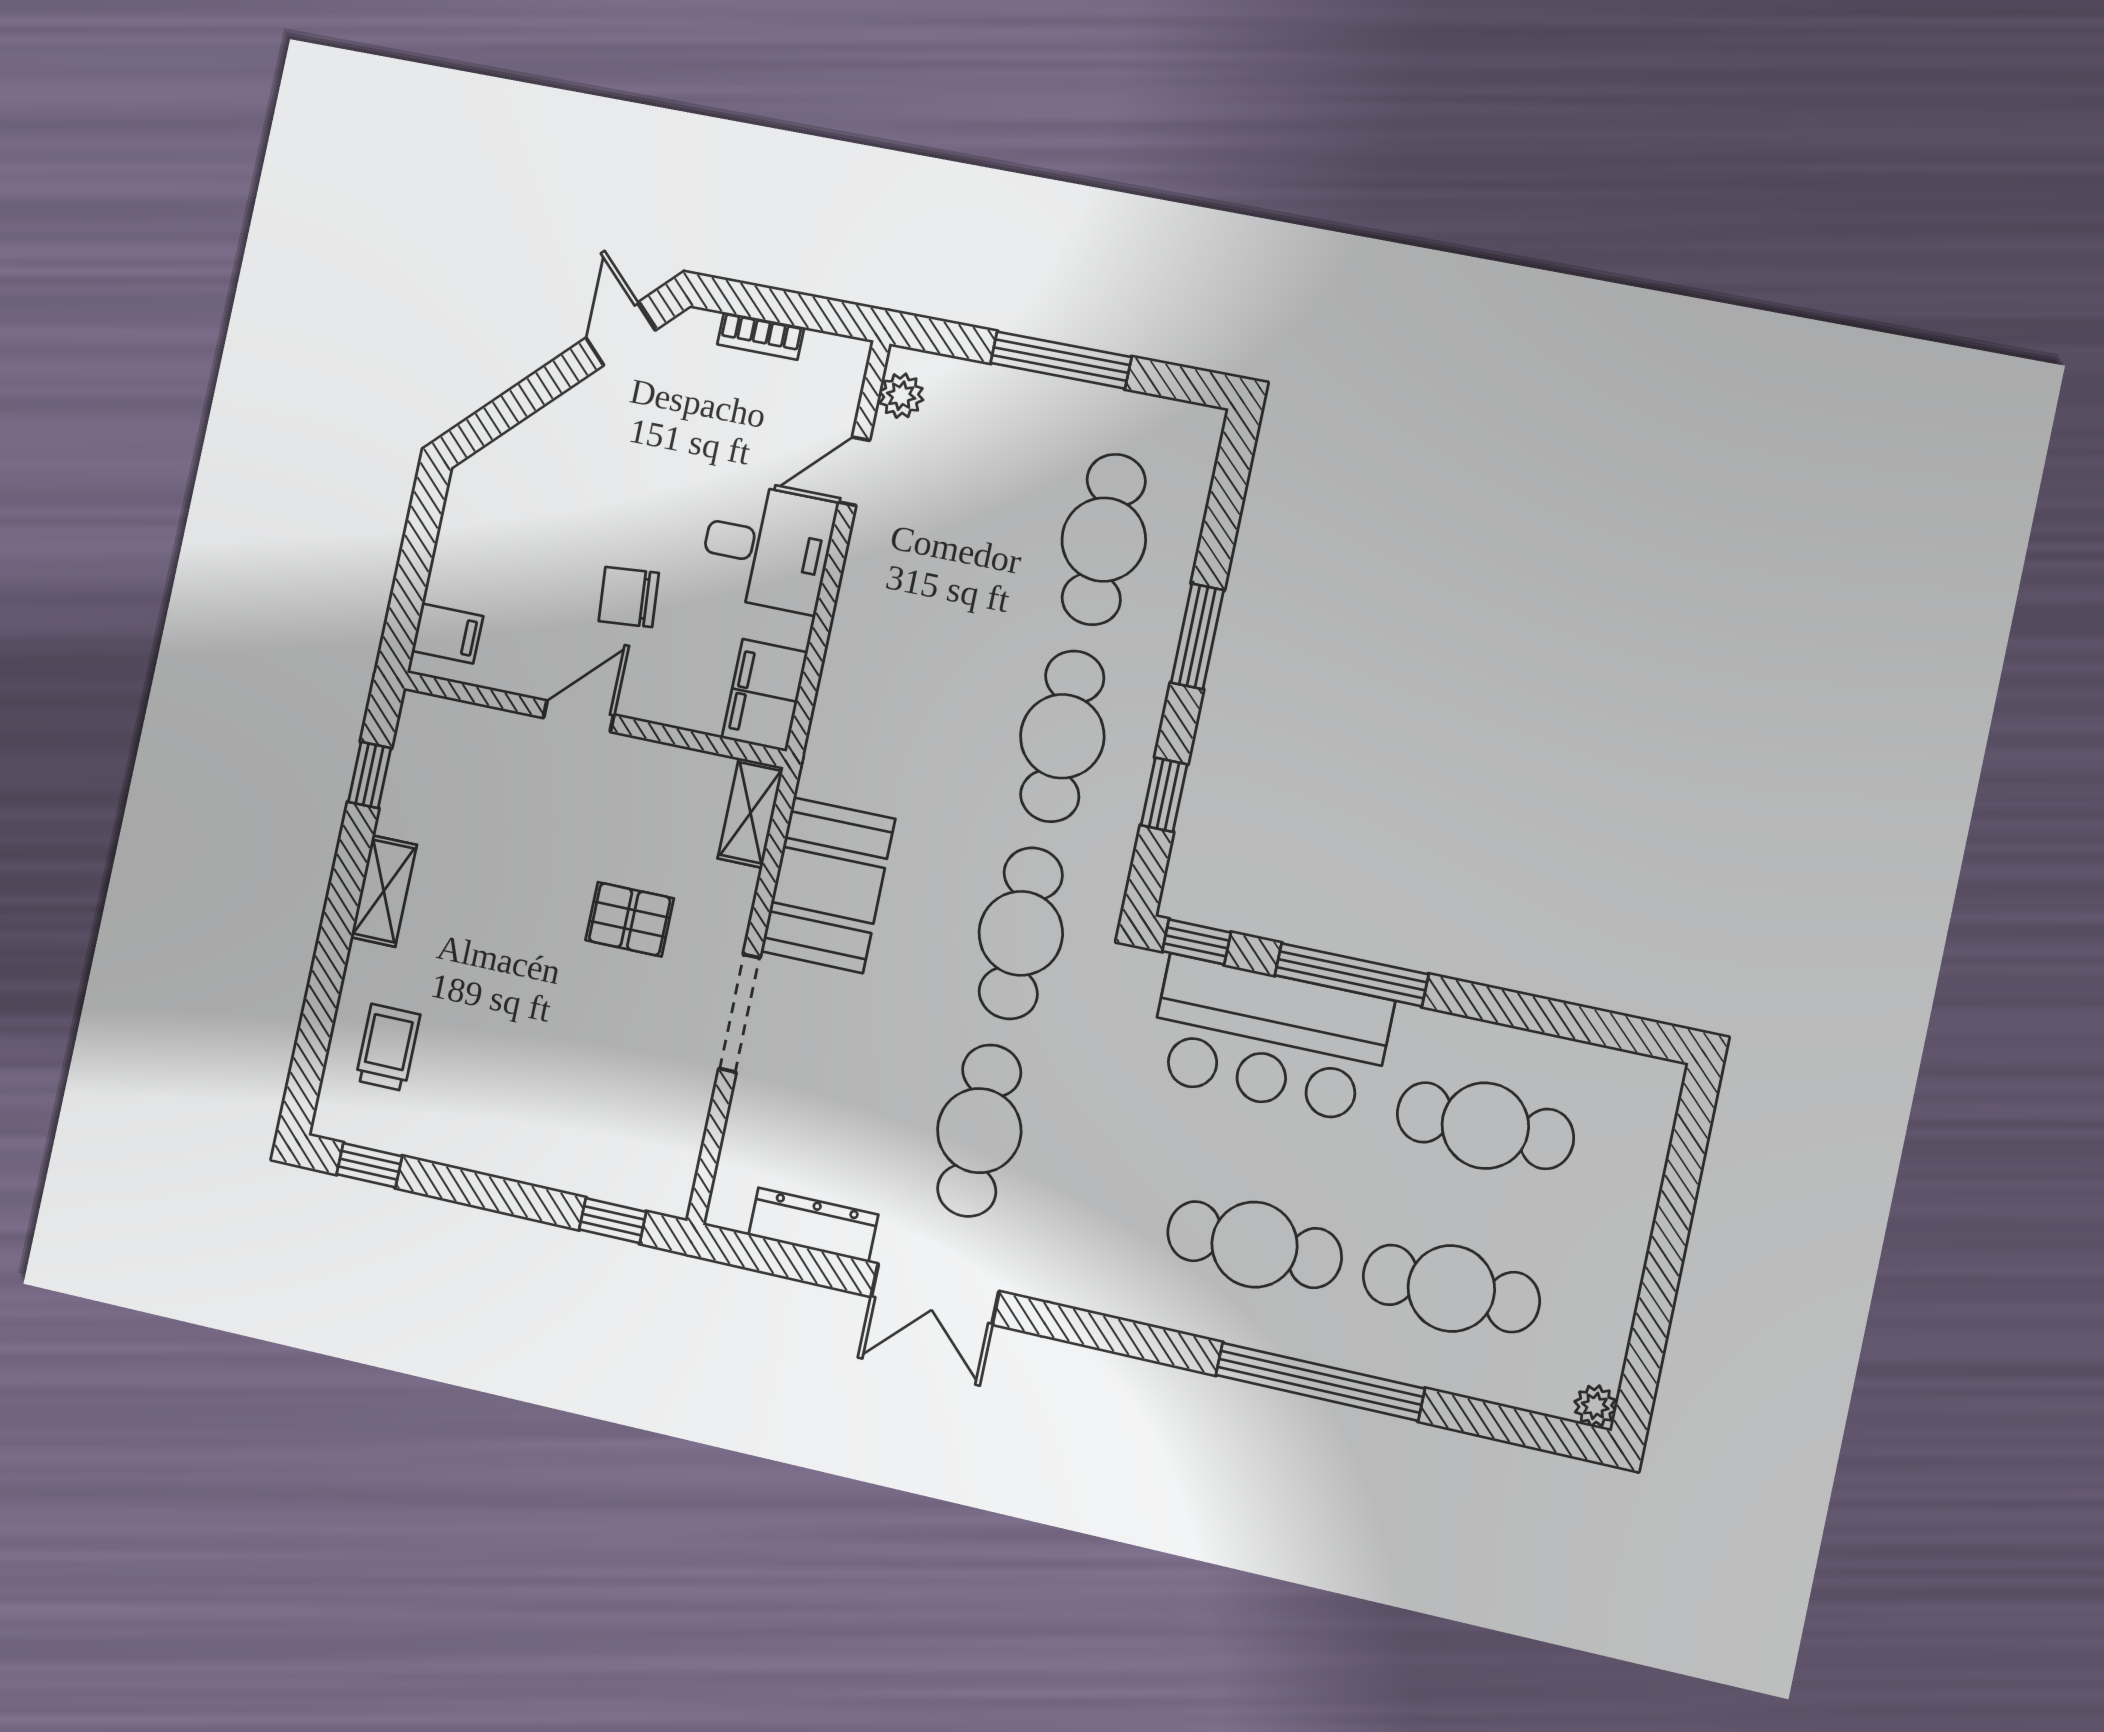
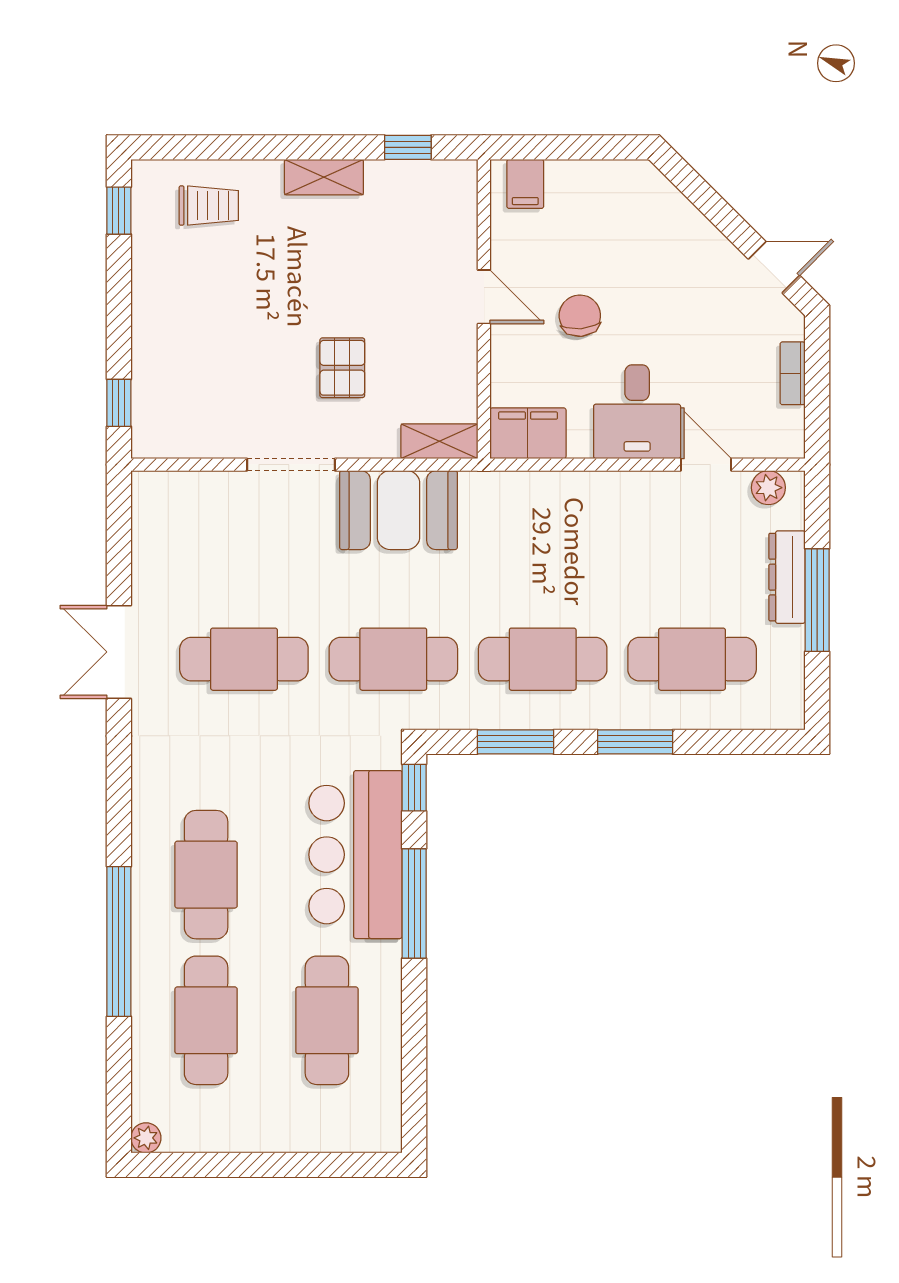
window: (1164, 795) -> (515, 742), width x1.50
dresser: (813, 1225) -> (787, 577), moved, turned 180

